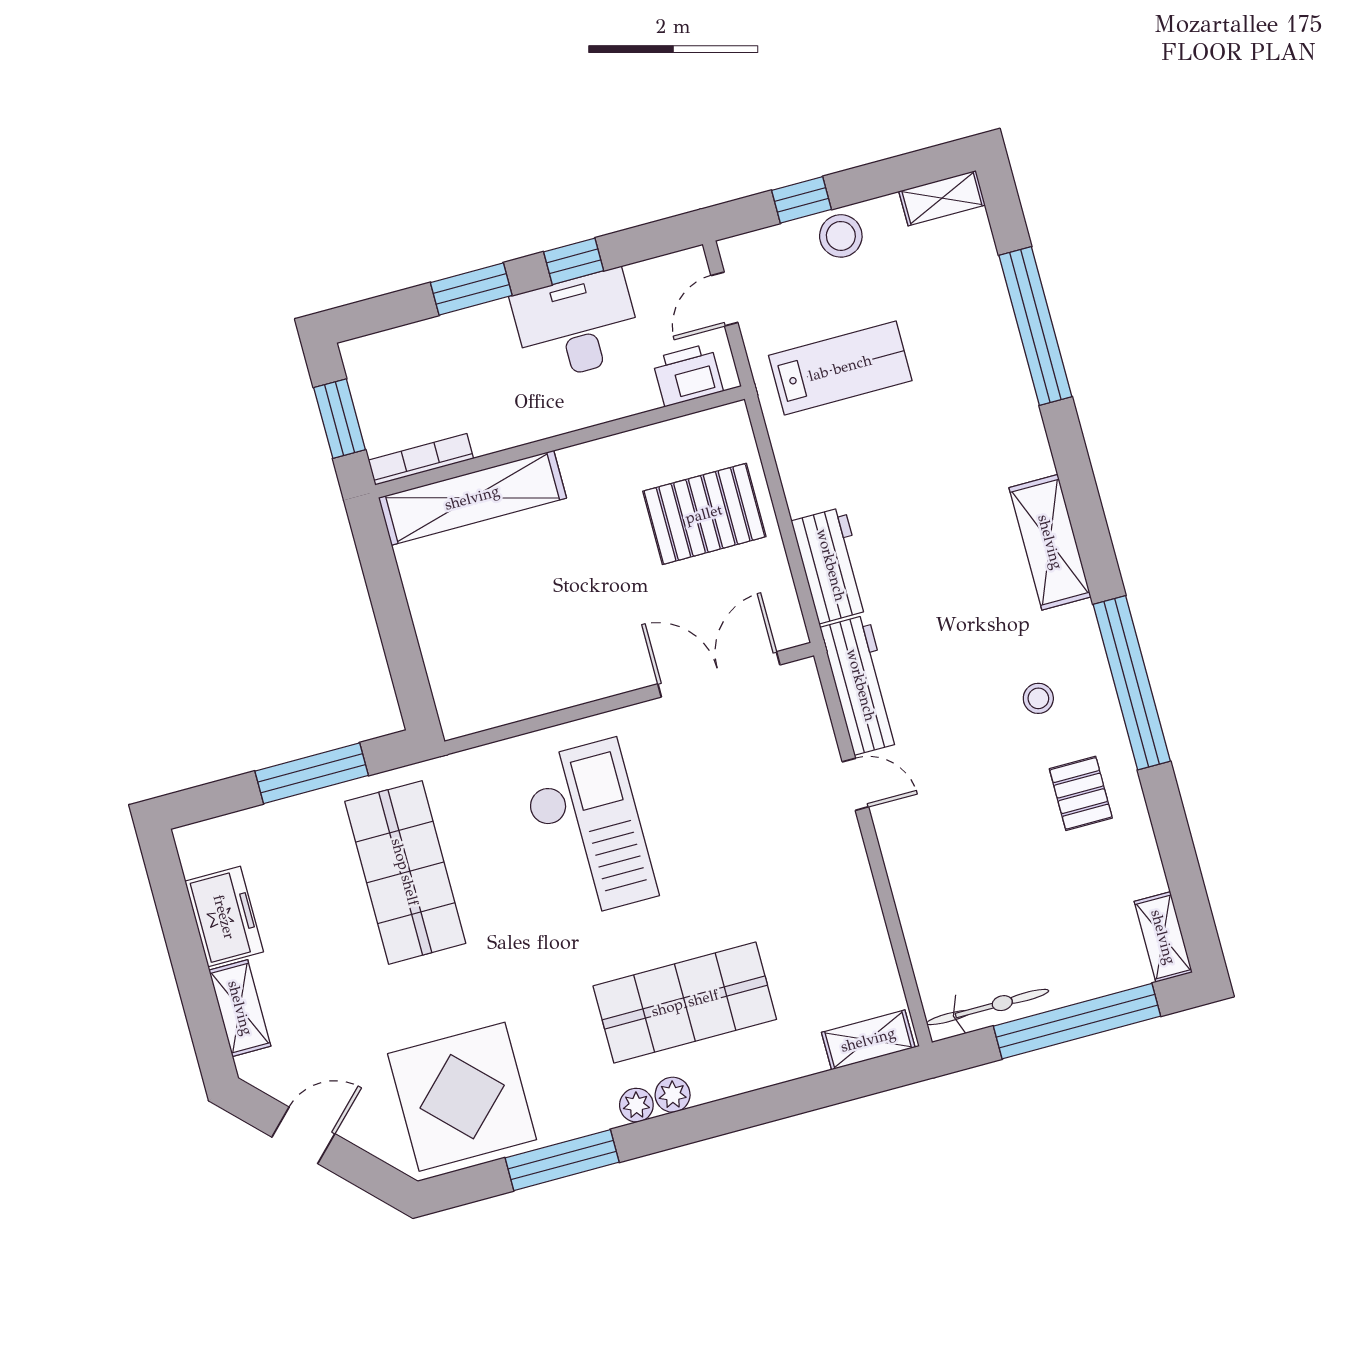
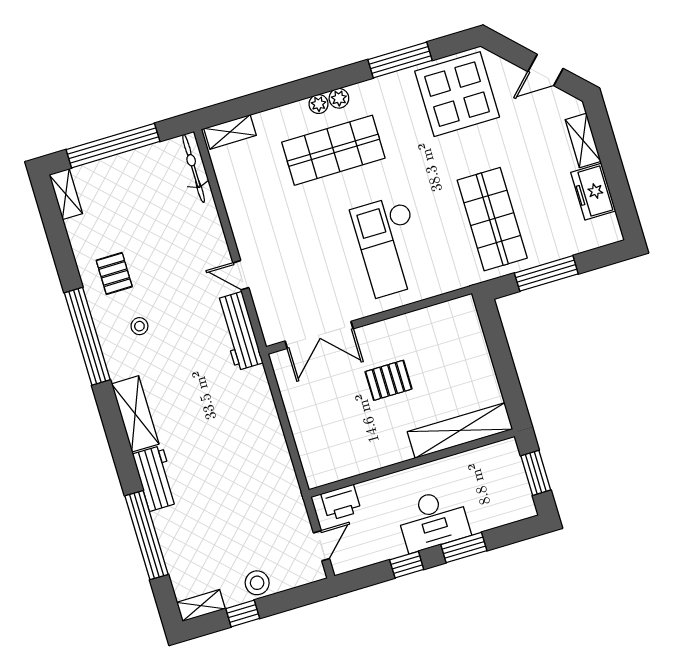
window: (801, 200) -> (243, 614), moved
desk: (577, 326) -> (433, 520), moved
lab bench: (840, 368) -> (255, 509), removed
bookcase: (421, 459) -> (490, 451), removed
pallet: (704, 514) -> (389, 380), moved, width x0.67, depth x0.71
workbench: (831, 565) -> (156, 478), moved, turned 180
bicycle: (988, 1007) -> (194, 168), moved, turned 90
plant: (636, 1105) -> (319, 104), moved

